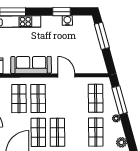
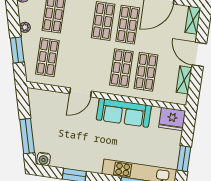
water cooler: (67, 21) -> (44, 159), moved
door: (66, 75) -> (80, 92), hinge flipped
window: (120, 100) -> (17, 50), width x0.69

